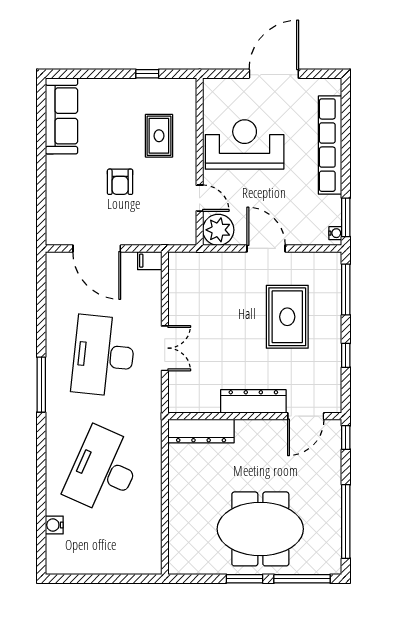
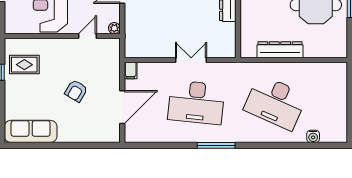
rug: (159, 136) -> (24, 65), moved
armchair: (120, 182) -> (76, 91), turned 121
plant: (218, 230) -> (114, 28), width x0.53, depth x0.53
dresser: (201, 431) -> (280, 50), moved, turned -90

